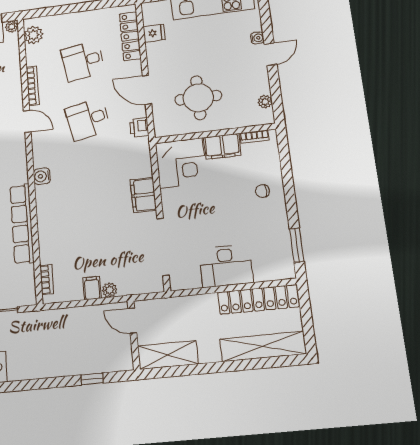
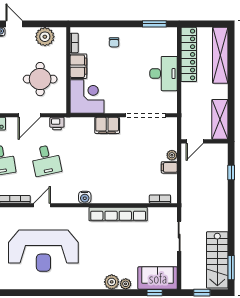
plant: (265, 102) -> (45, 37), width x1.87, depth x1.87

